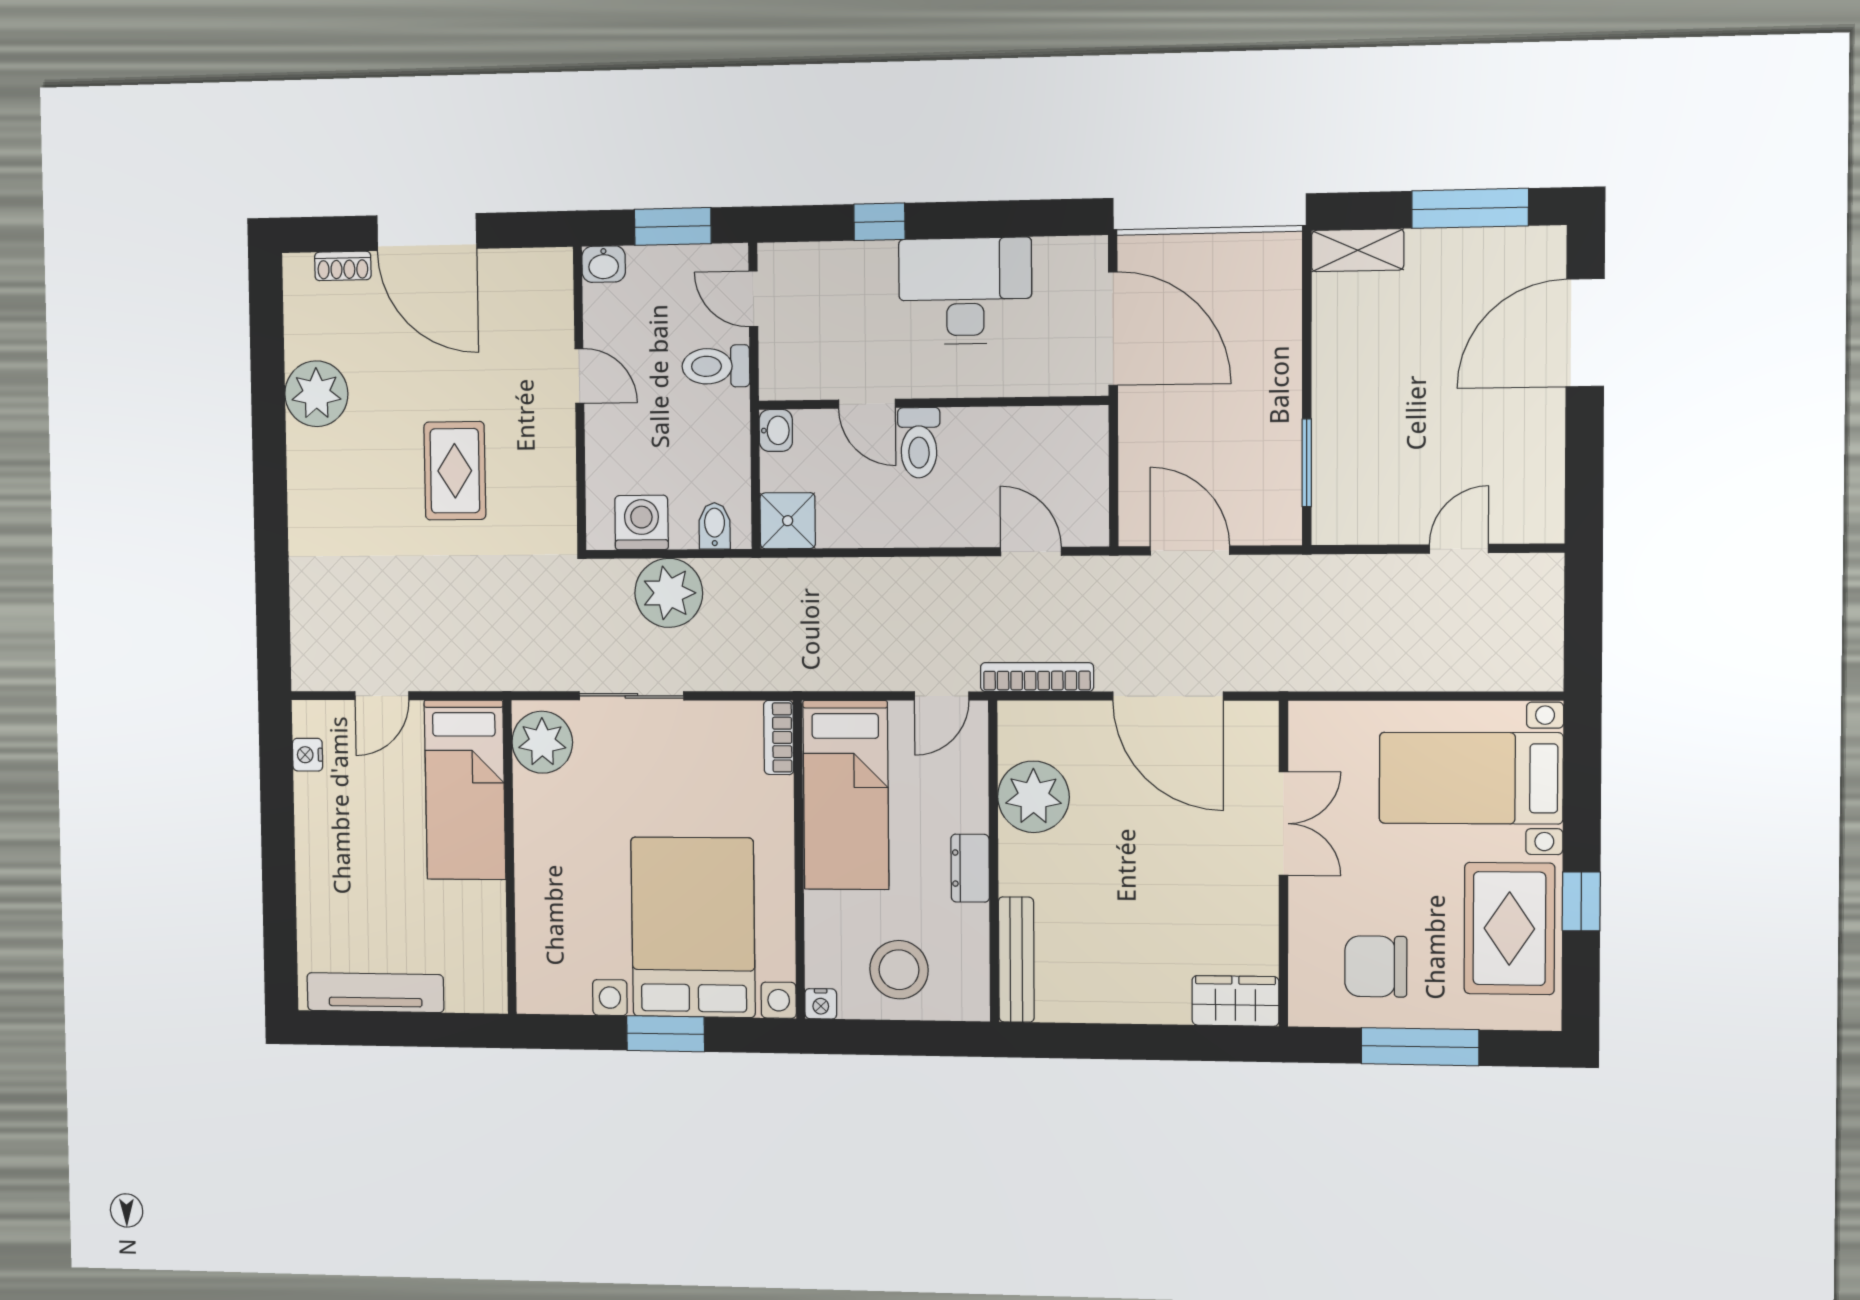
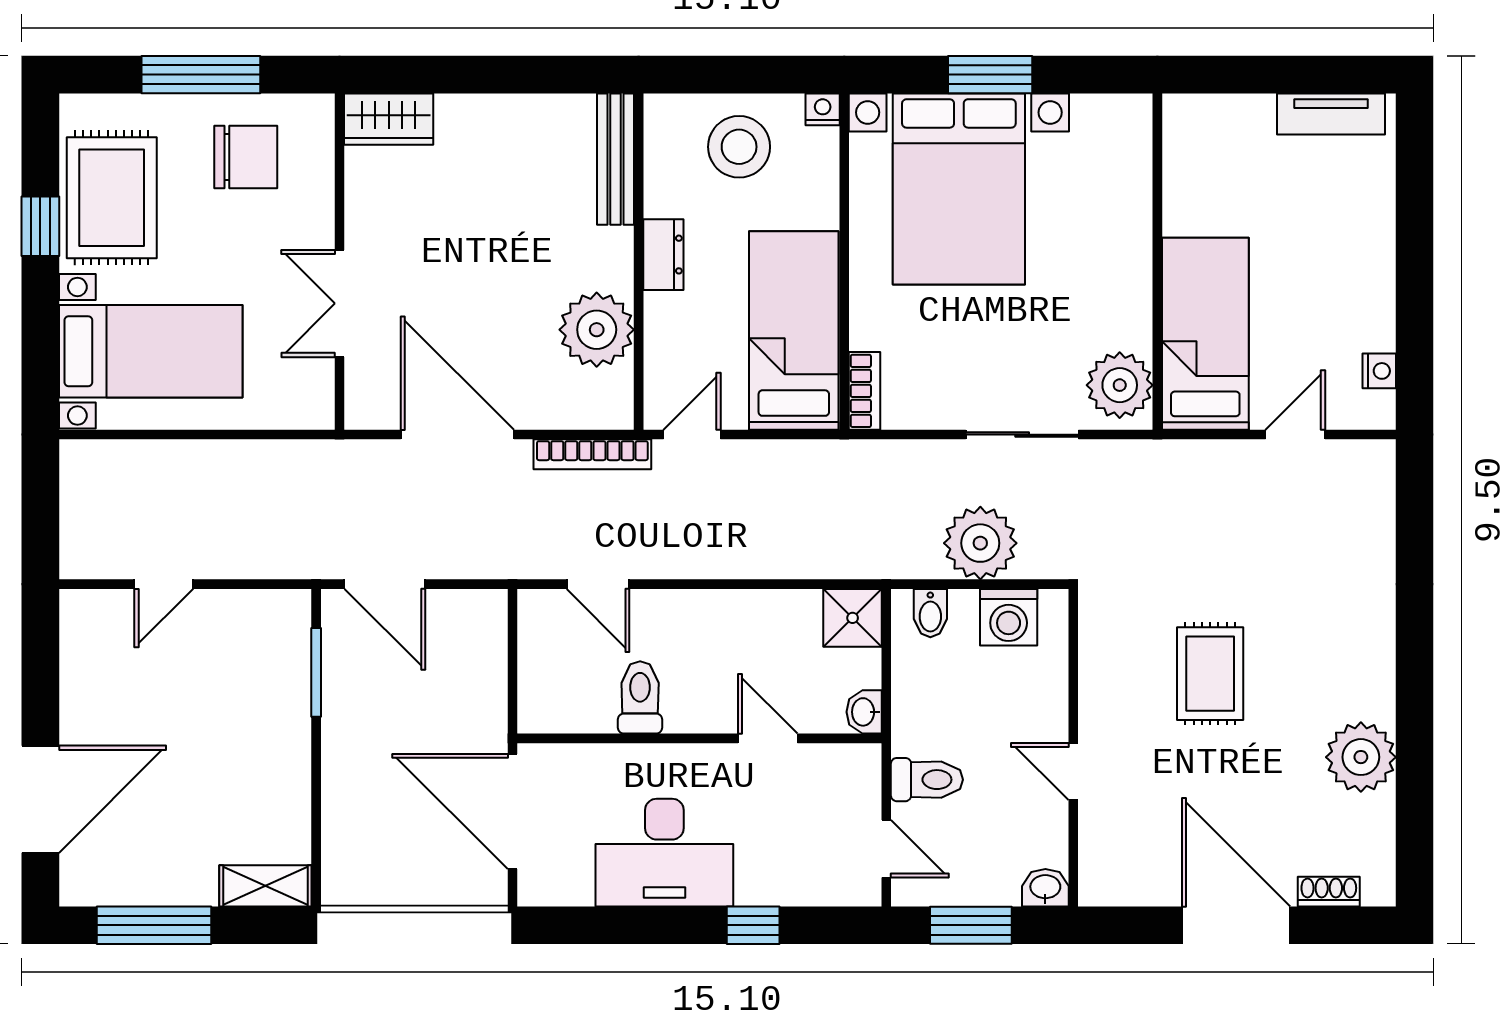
toilet: (919, 443) -> (640, 697), moved
door: (1190, 550) -> (385, 584), moved
tv unit: (375, 993) -> (1331, 114), width x0.71

